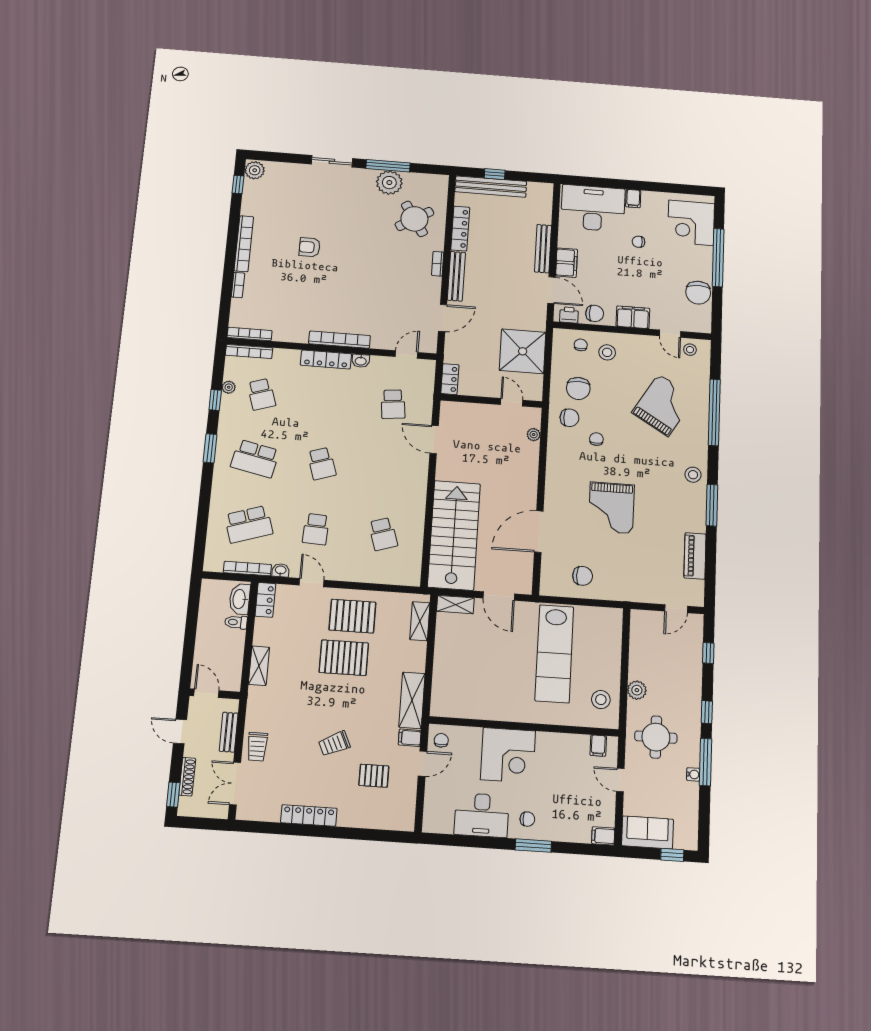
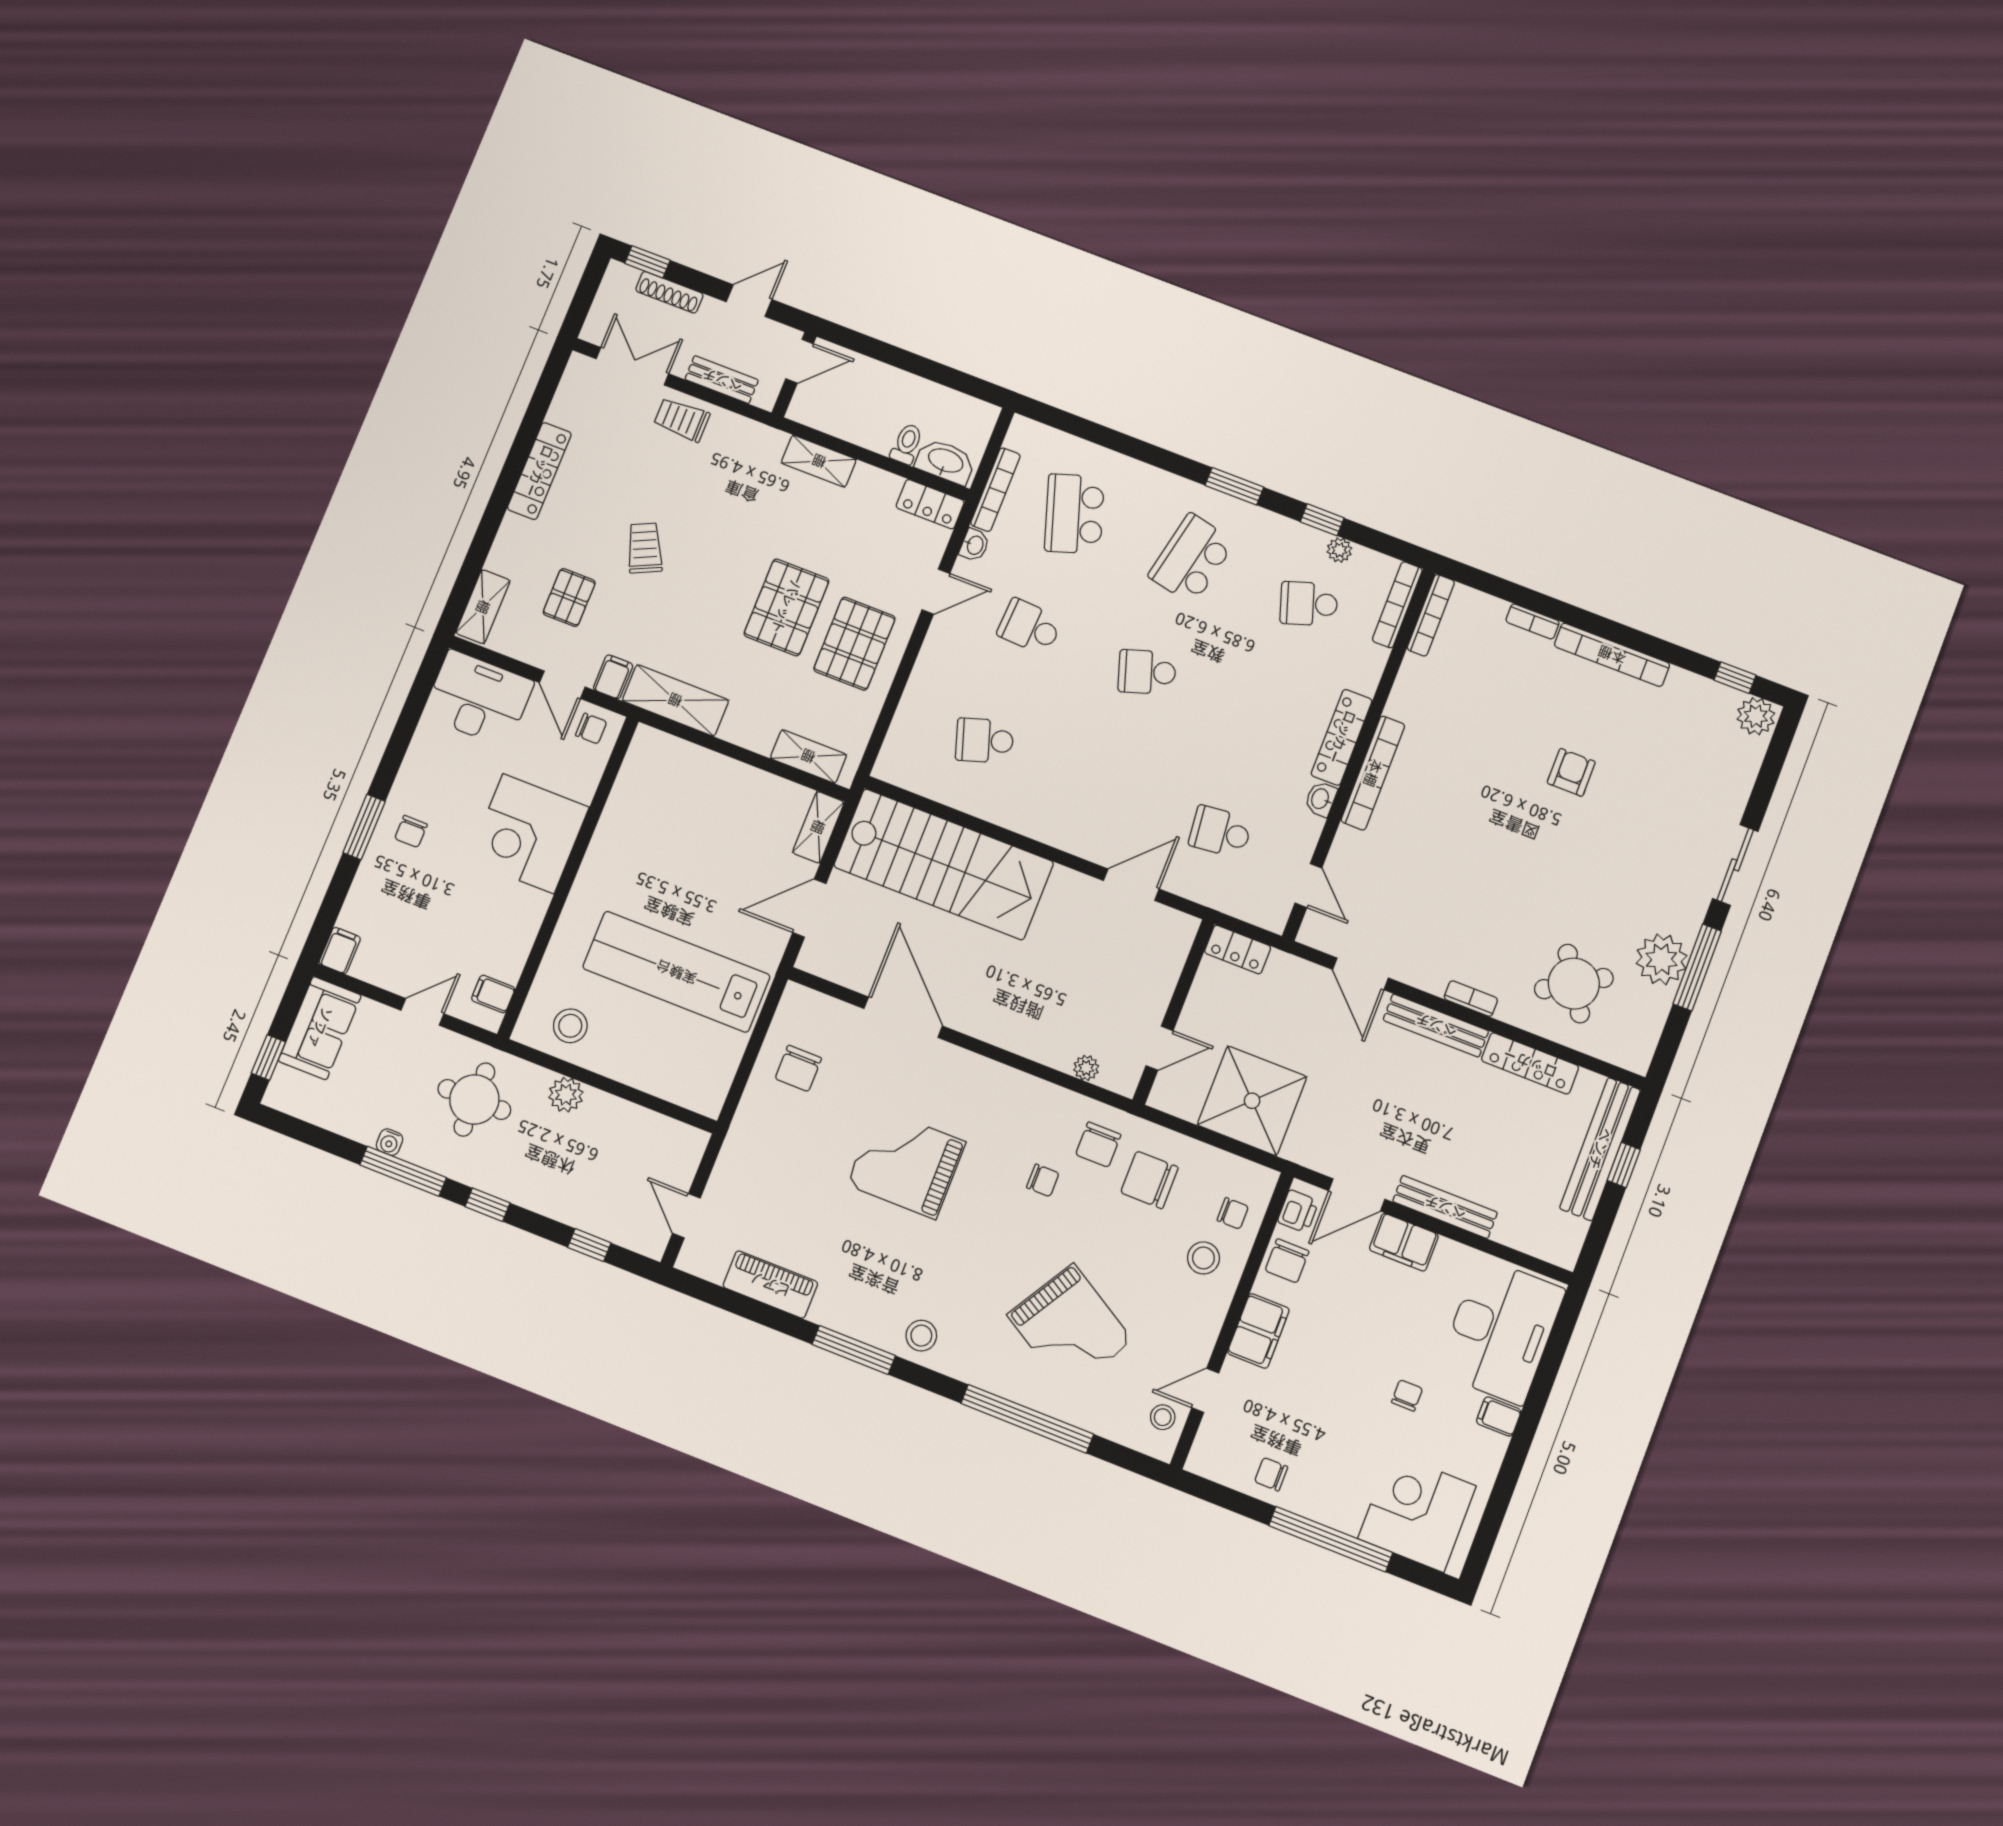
chair: (698, 293) -> (1271, 1474), width x0.54, depth x0.54
desk: (482, 815) -> (478, 699), moved, turned 90
shelving: (393, 821) -> (483, 607), added

